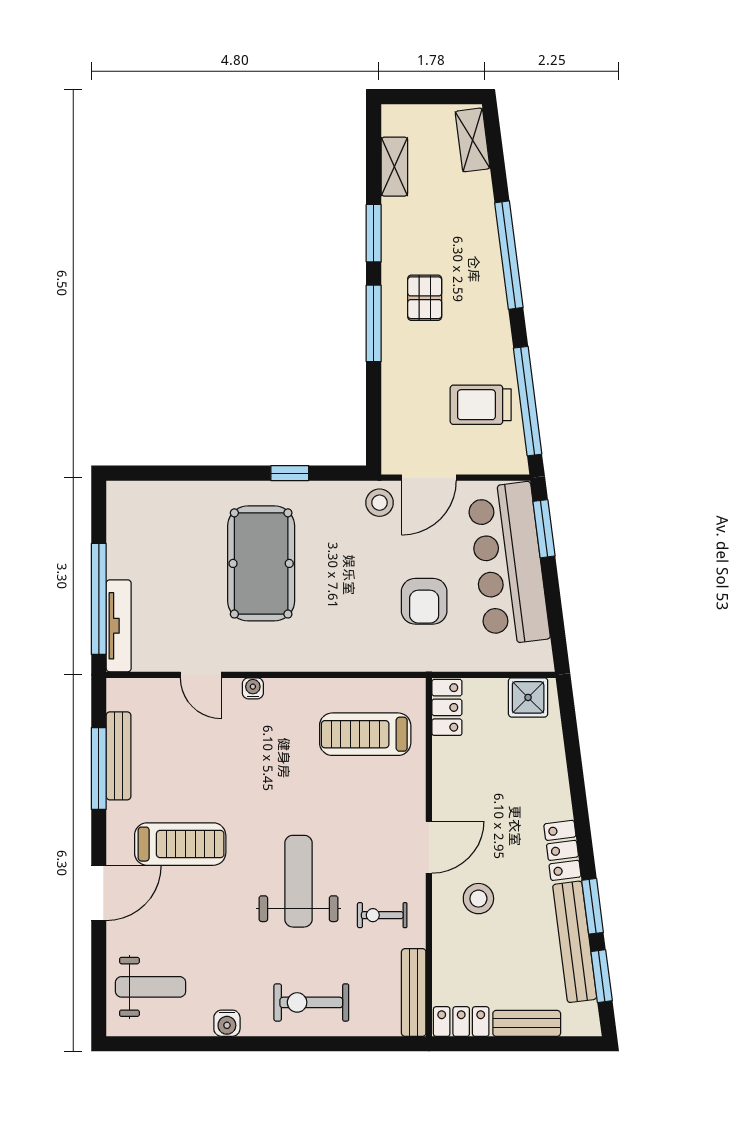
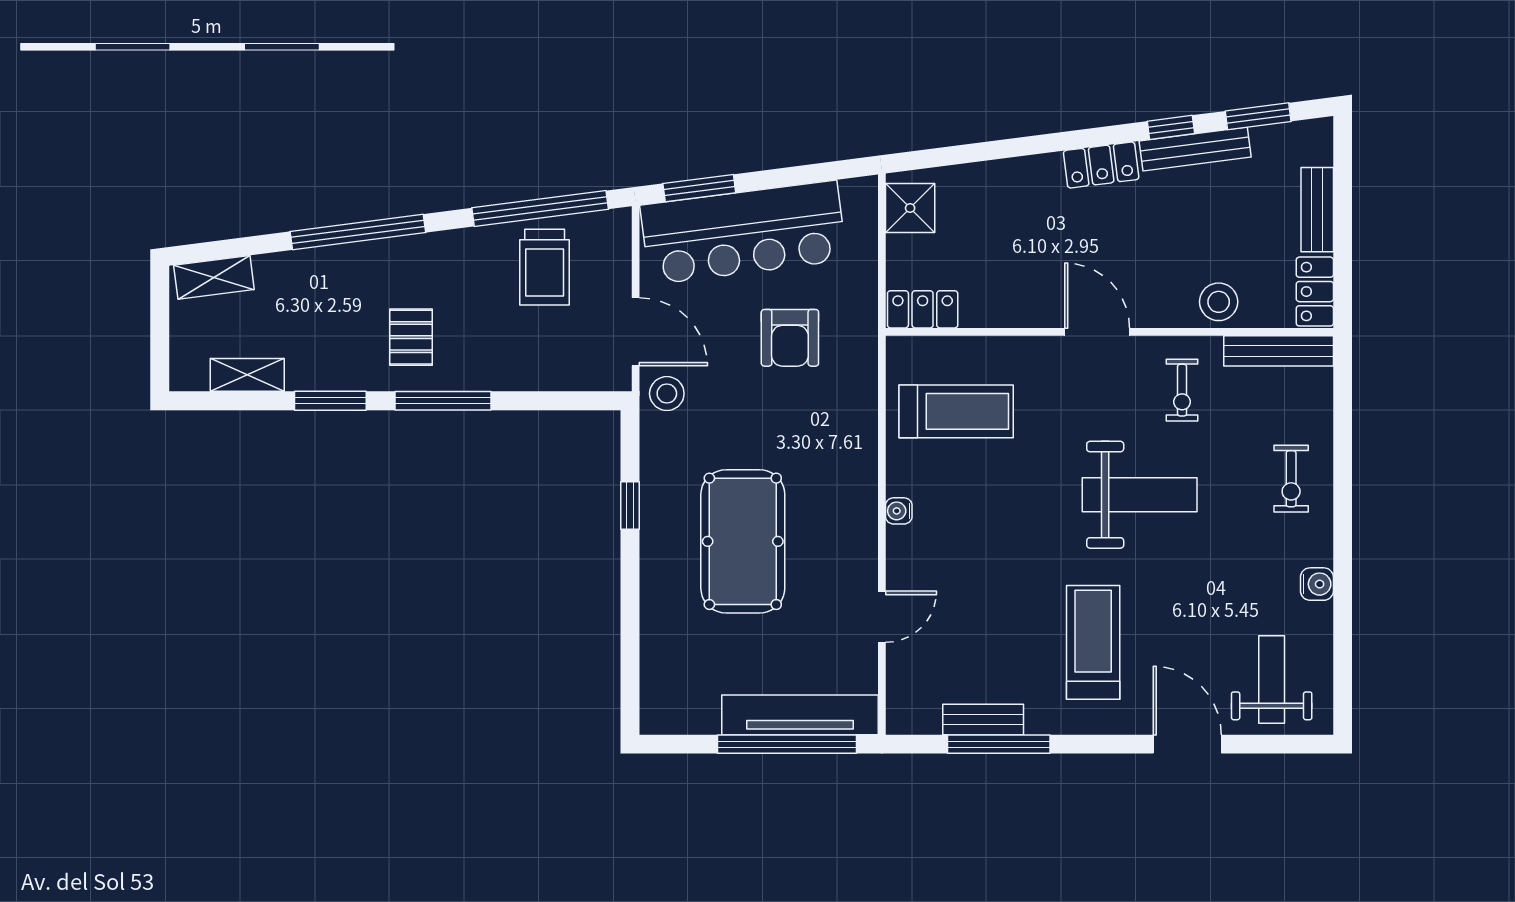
pallet: (425, 298) -> (411, 337), turned 90
pool table: (261, 563) -> (743, 541), turned 90
armchair: (424, 601) -> (790, 338), turned 90
tv unit: (119, 626) -> (800, 715), width x1.36, depth x1.29
water cooler: (253, 688) -> (899, 511), moved
treadmill: (365, 734) -> (956, 411), turned -90
bench: (119, 756) -> (983, 719), width x0.73
weight bench: (298, 881) -> (1140, 495), turned 180
door: (99, 893) -> (1187, 744), moved
stool: (478, 899) -> (1219, 302), moved
window: (593, 906) -> (1171, 127), width x0.67
bench: (575, 942) -> (1195, 149), width x0.73, depth x0.82
exercise bike: (311, 1002) -> (1291, 479), width x0.73, depth x0.72

